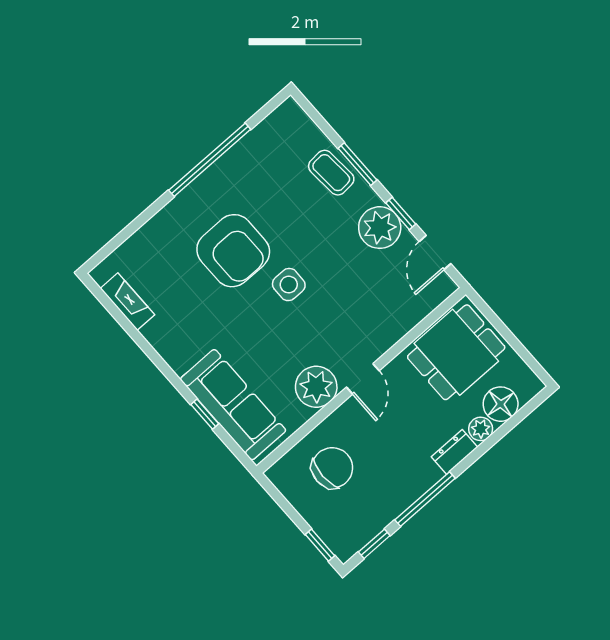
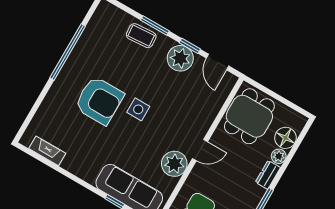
door: (363, 379) -> (200, 150), hinge flipped

